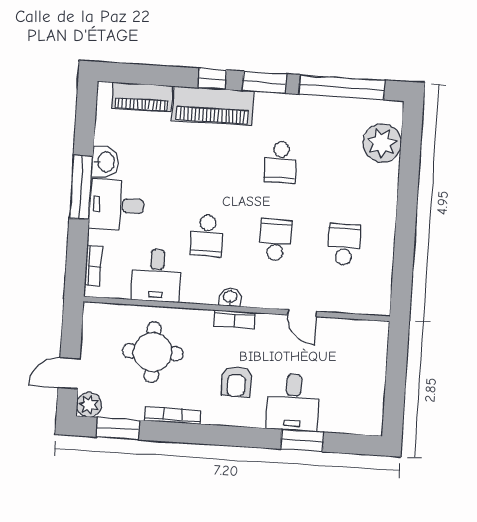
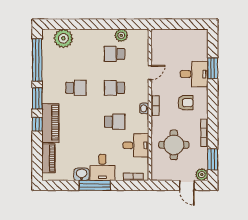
plant: (381, 260) -> (121, 35), added

